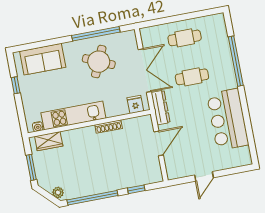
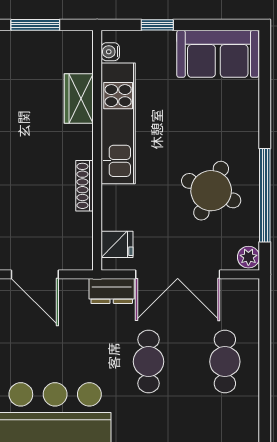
plant: (129, 36) -> (248, 257), added
sofa: (43, 59) -> (218, 54), moved, turned -90
window: (16, 85) -> (157, 25), moved
dresser: (161, 108) -> (112, 291), width x0.70
wardrobe: (49, 141) -> (79, 99), moved

